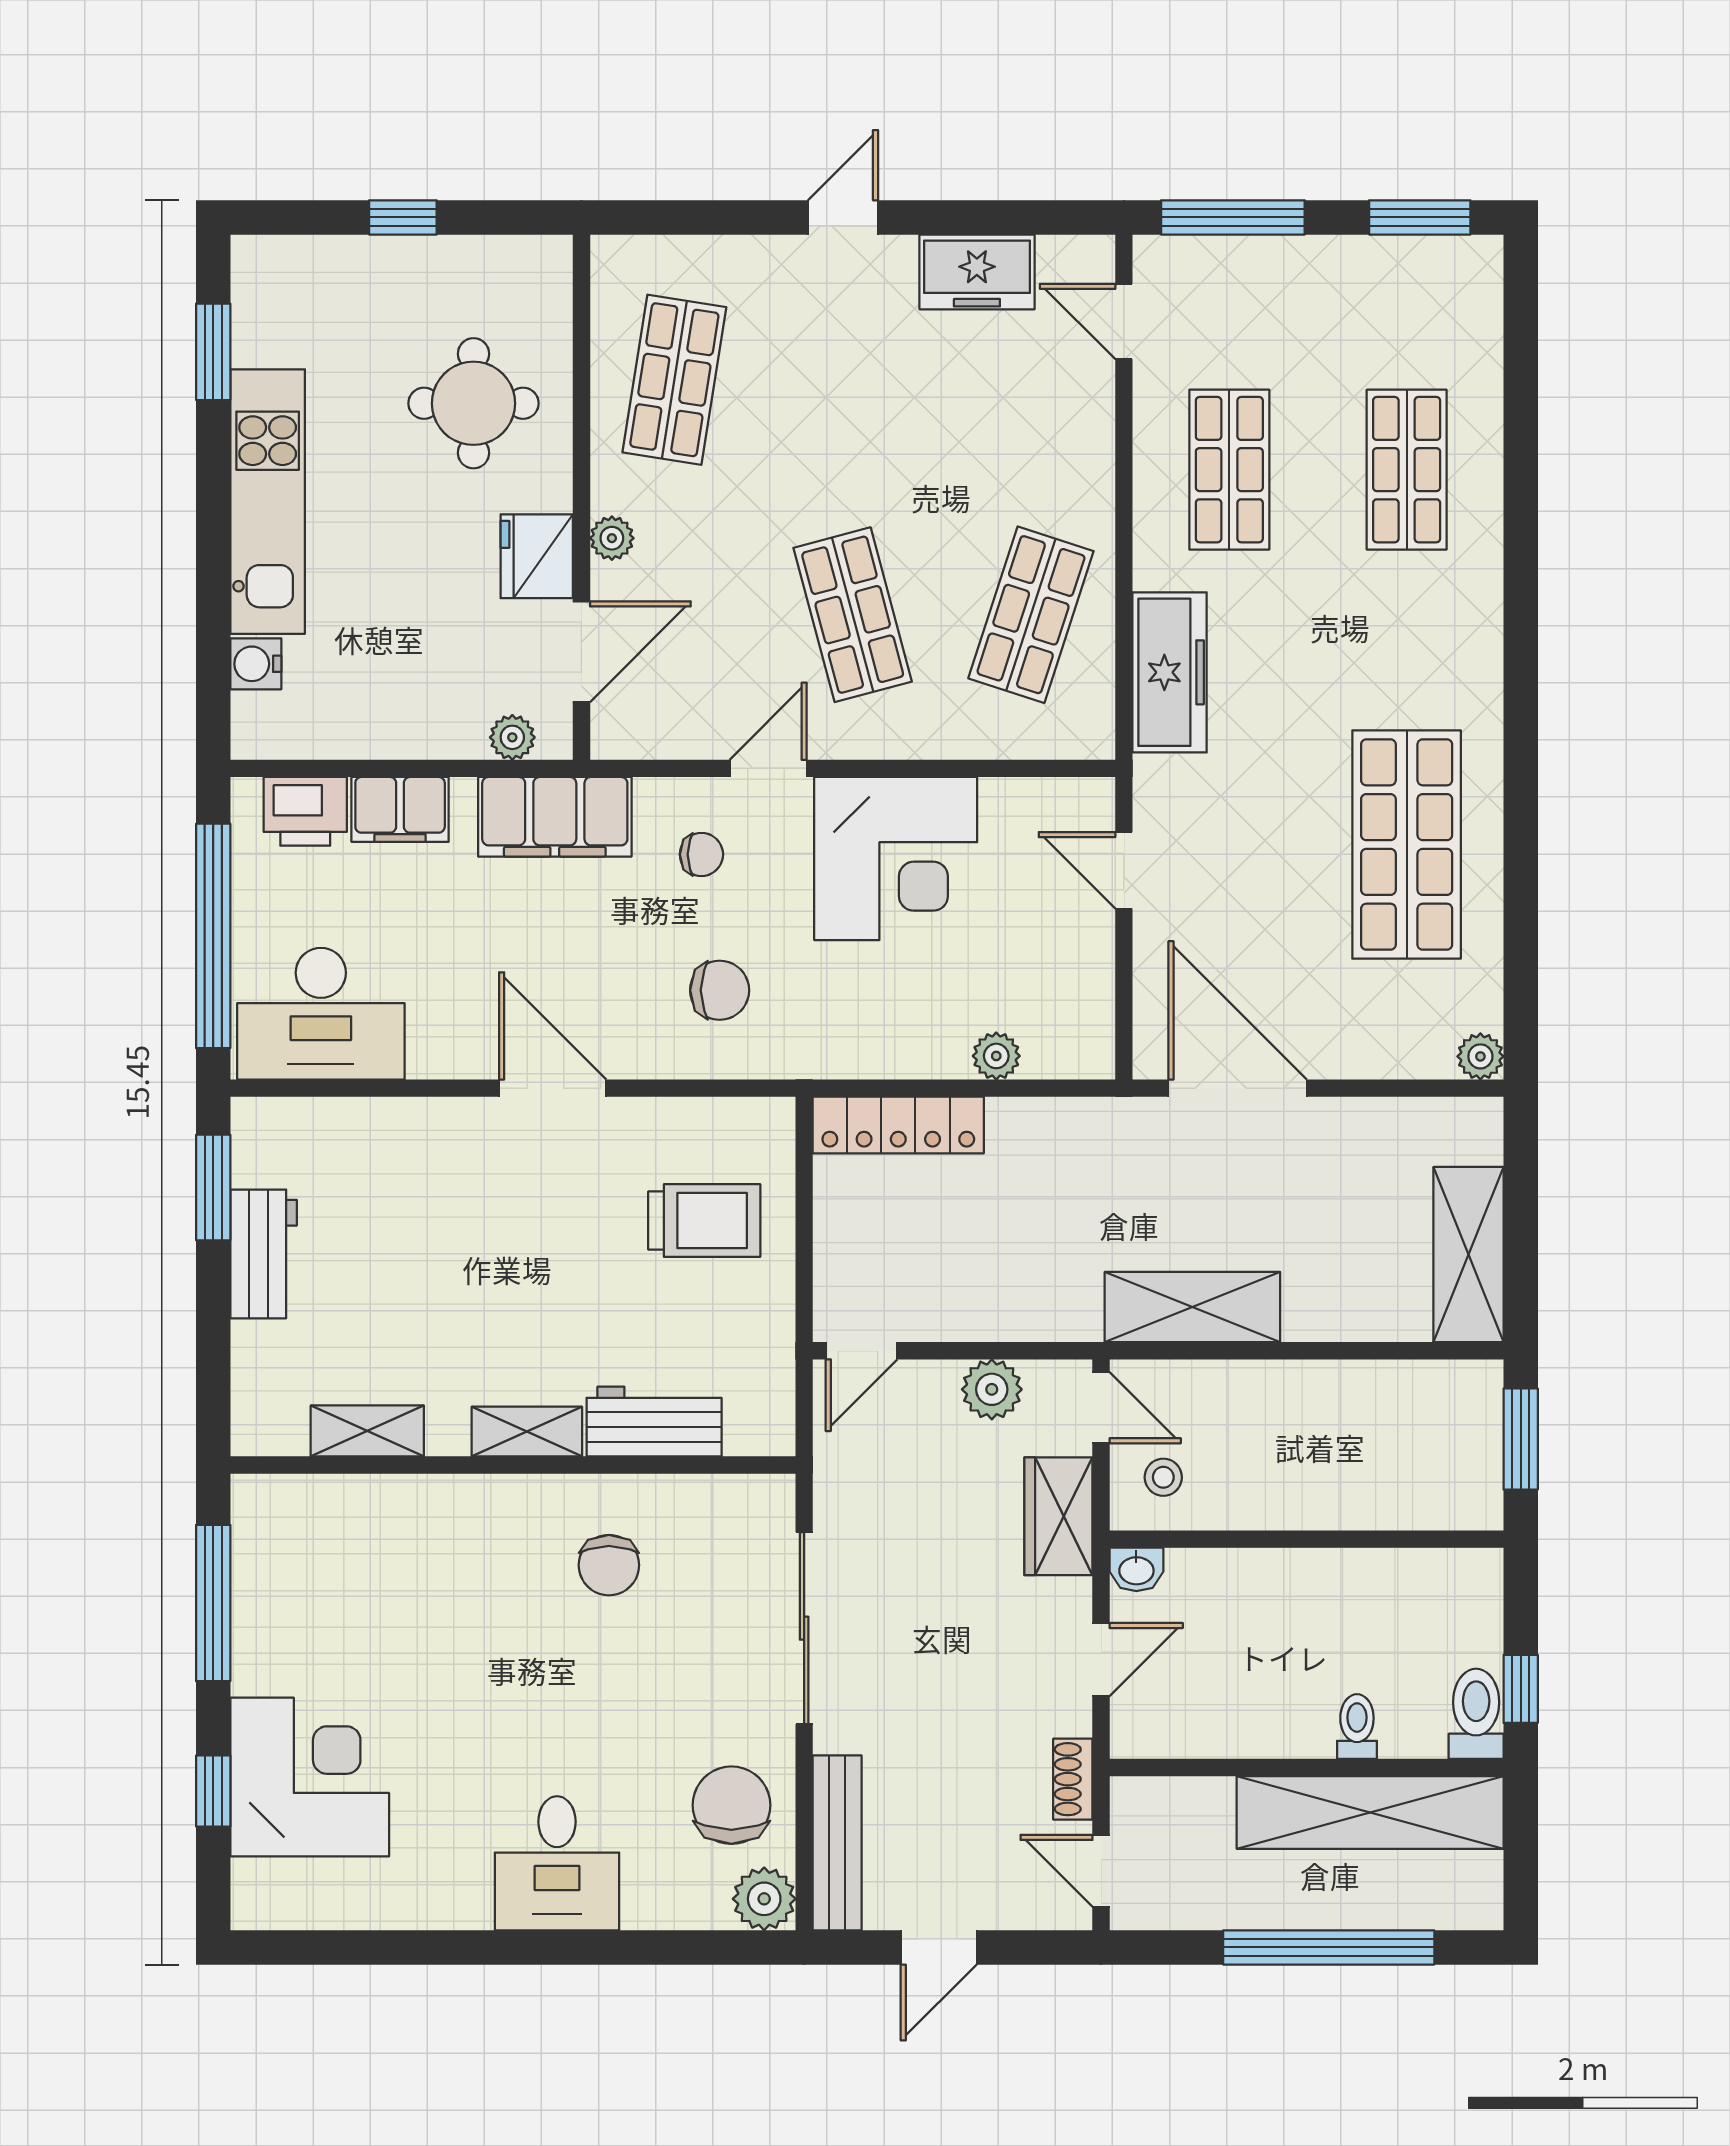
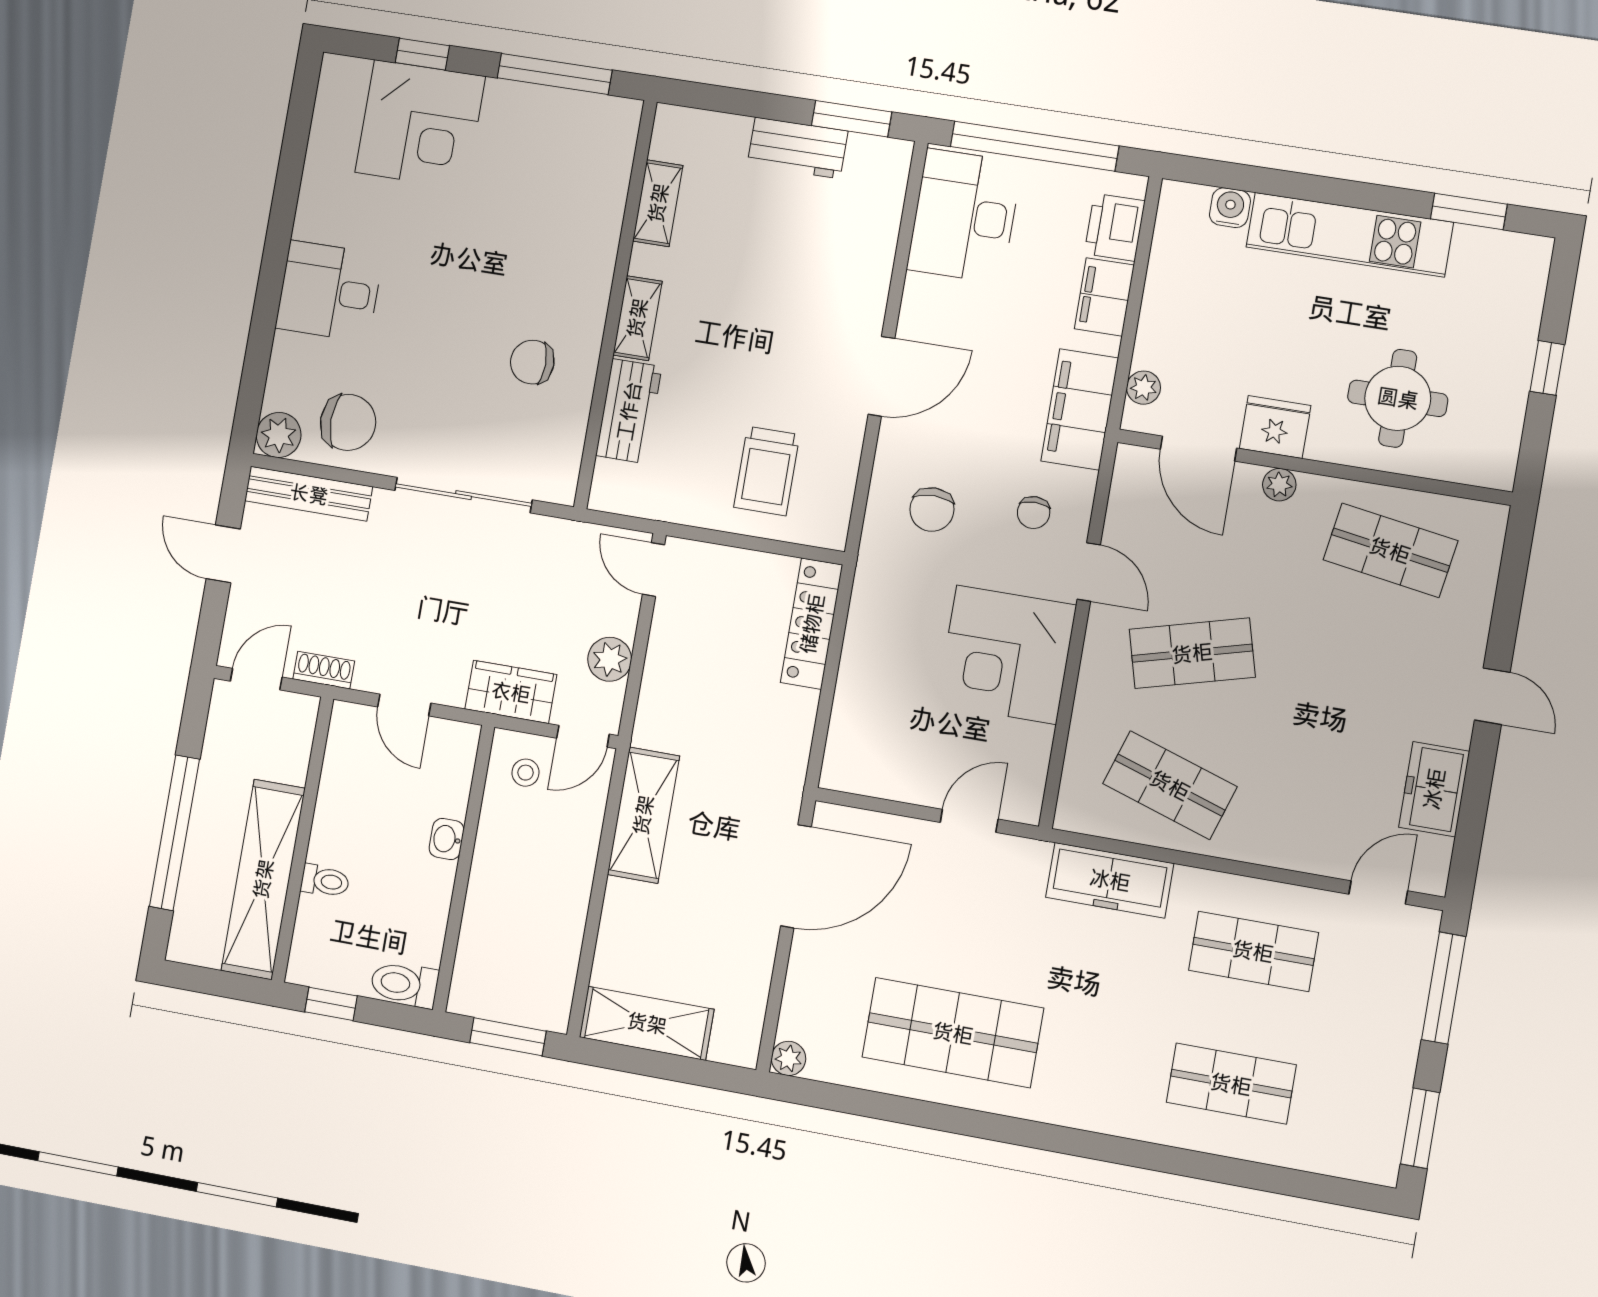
plant: (996, 1056) -> (849, 704), removed
washbasin: (1136, 1569) -> (447, 839), moved
toilet: (1476, 1714) -> (404, 984), moved, turned 180

